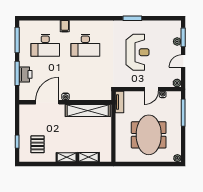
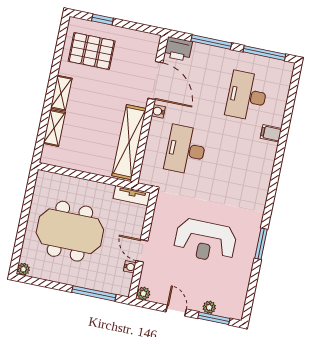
desk: (85, 45) -> (186, 150), moved
printer: (26, 74) -> (178, 49), moved
pallet: (38, 144) -> (92, 51), width x1.50, depth x1.42

